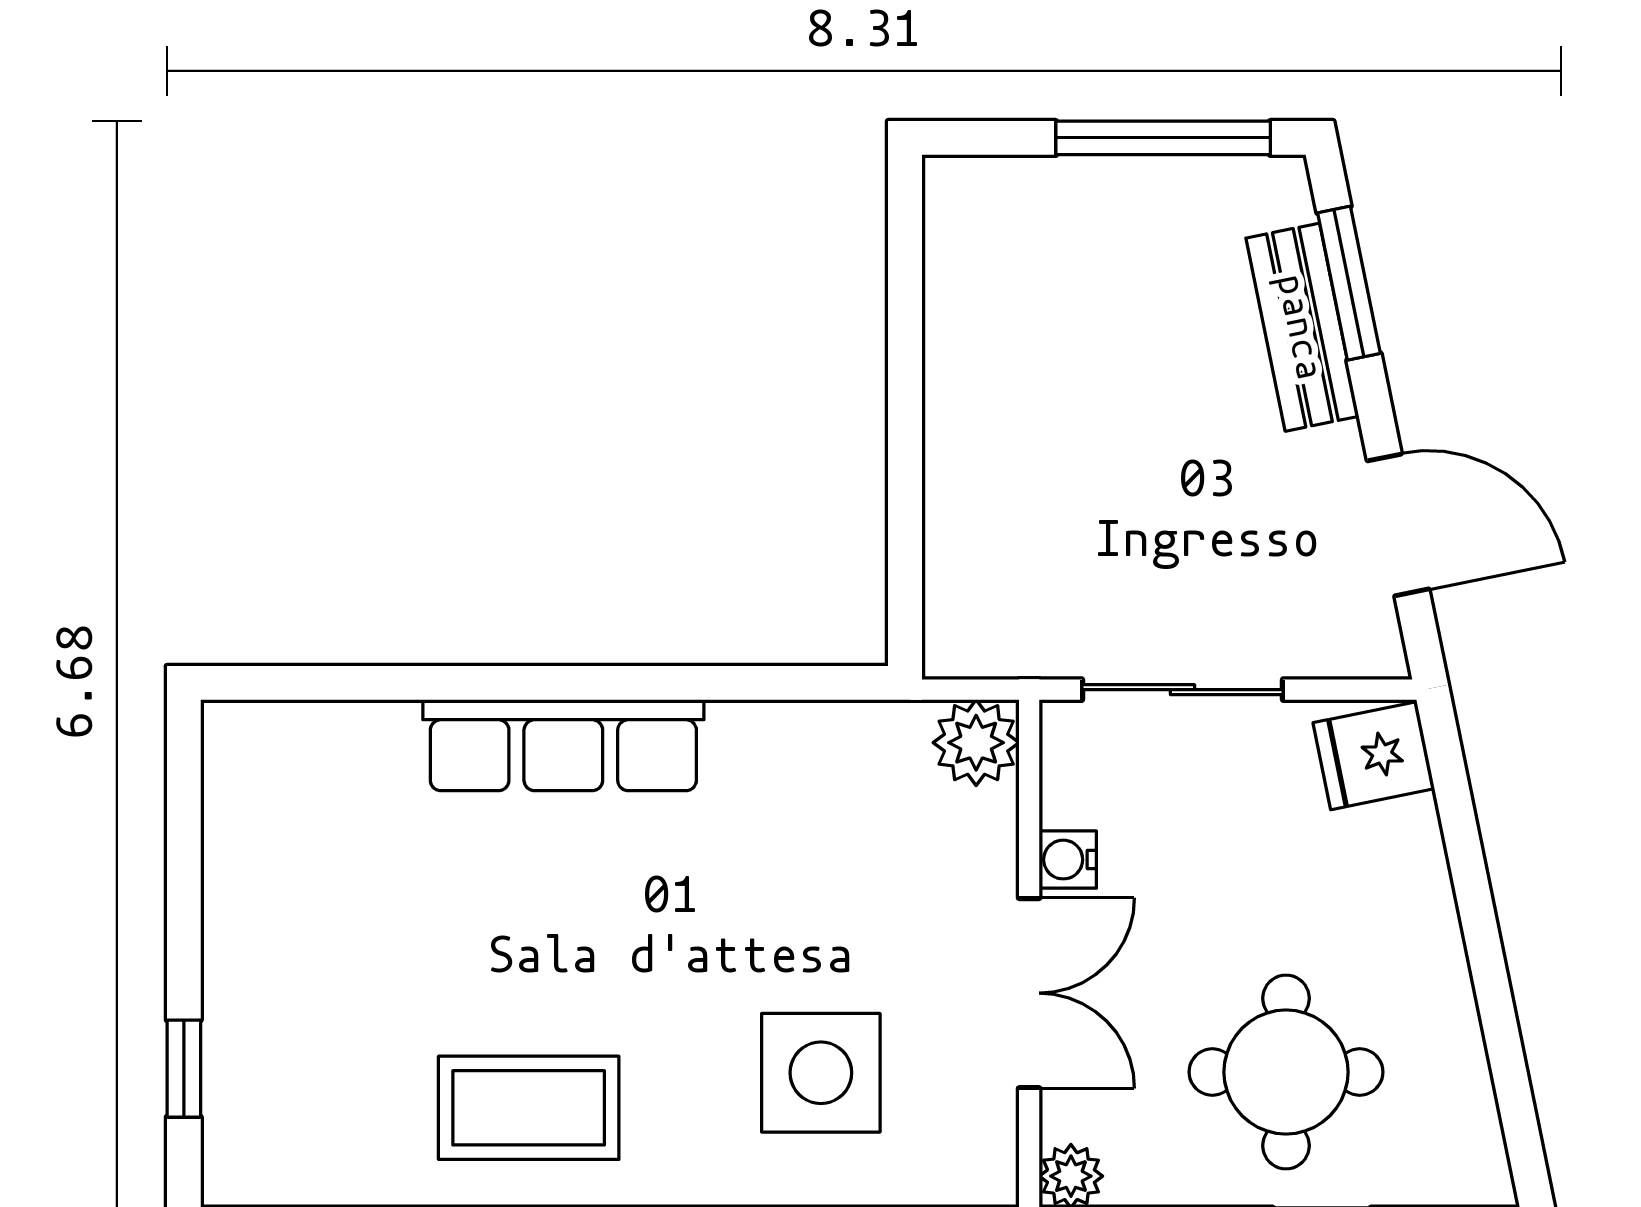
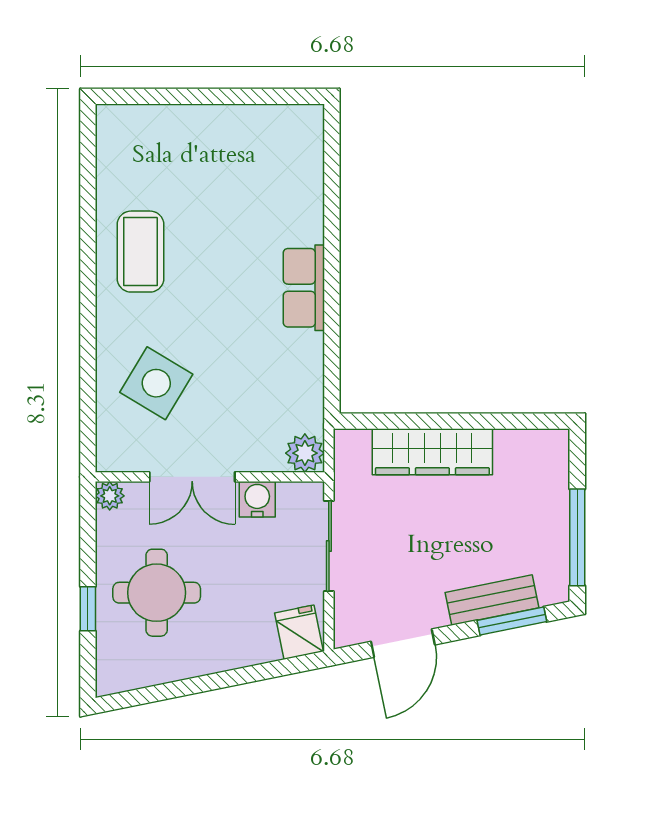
wardrobe: (973, 460) -> (432, 452), added
row of seats: (563, 745) -> (304, 288), width x0.68
water cooler: (1068, 860) -> (257, 499), width x1.38, depth x1.38
window: (184, 1069) -> (158, 96), removed
side table: (821, 1073) -> (156, 383), turned 31

